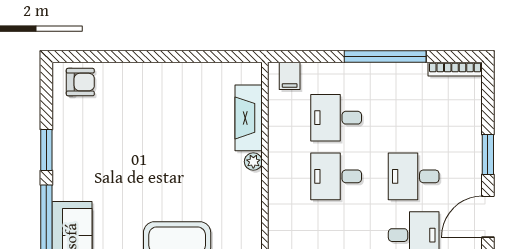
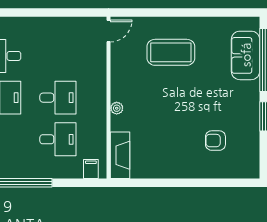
armchair: (80, 82) -> (215, 141), moved
fireplace: (249, 118) -> (120, 155), moved

